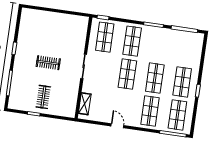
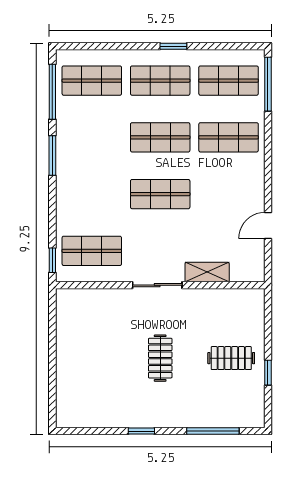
shop shelf: (132, 41) -> (92, 81), moved
shelving: (85, 104) -> (207, 272), moved
door: (117, 126) -> (268, 226), moved

